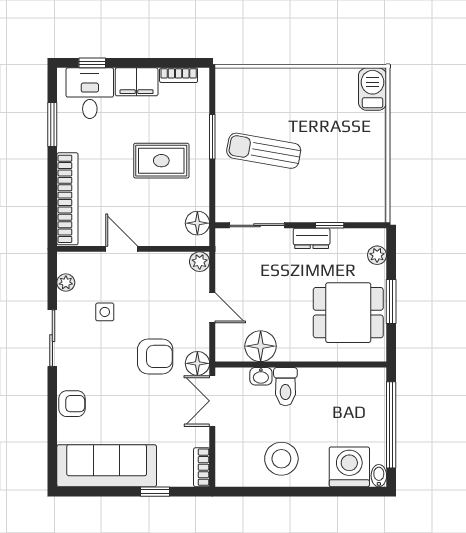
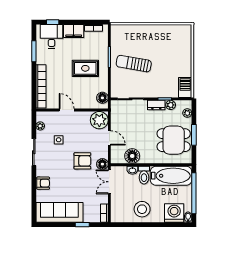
barbecue: (373, 89) -> (185, 87), moved
plant: (342, 238) -> (171, 105), added
plant: (200, 262) -> (99, 120), width x1.87, depth x1.87
bathtub: (343, 388) -> (171, 176), added

